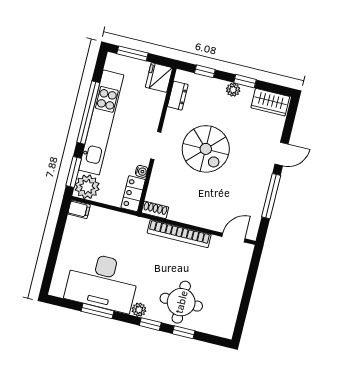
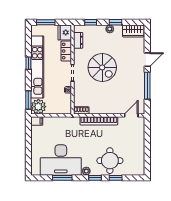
window: (88, 113) -> (28, 63), width x0.32
locker: (133, 194) -> (66, 51), moved

